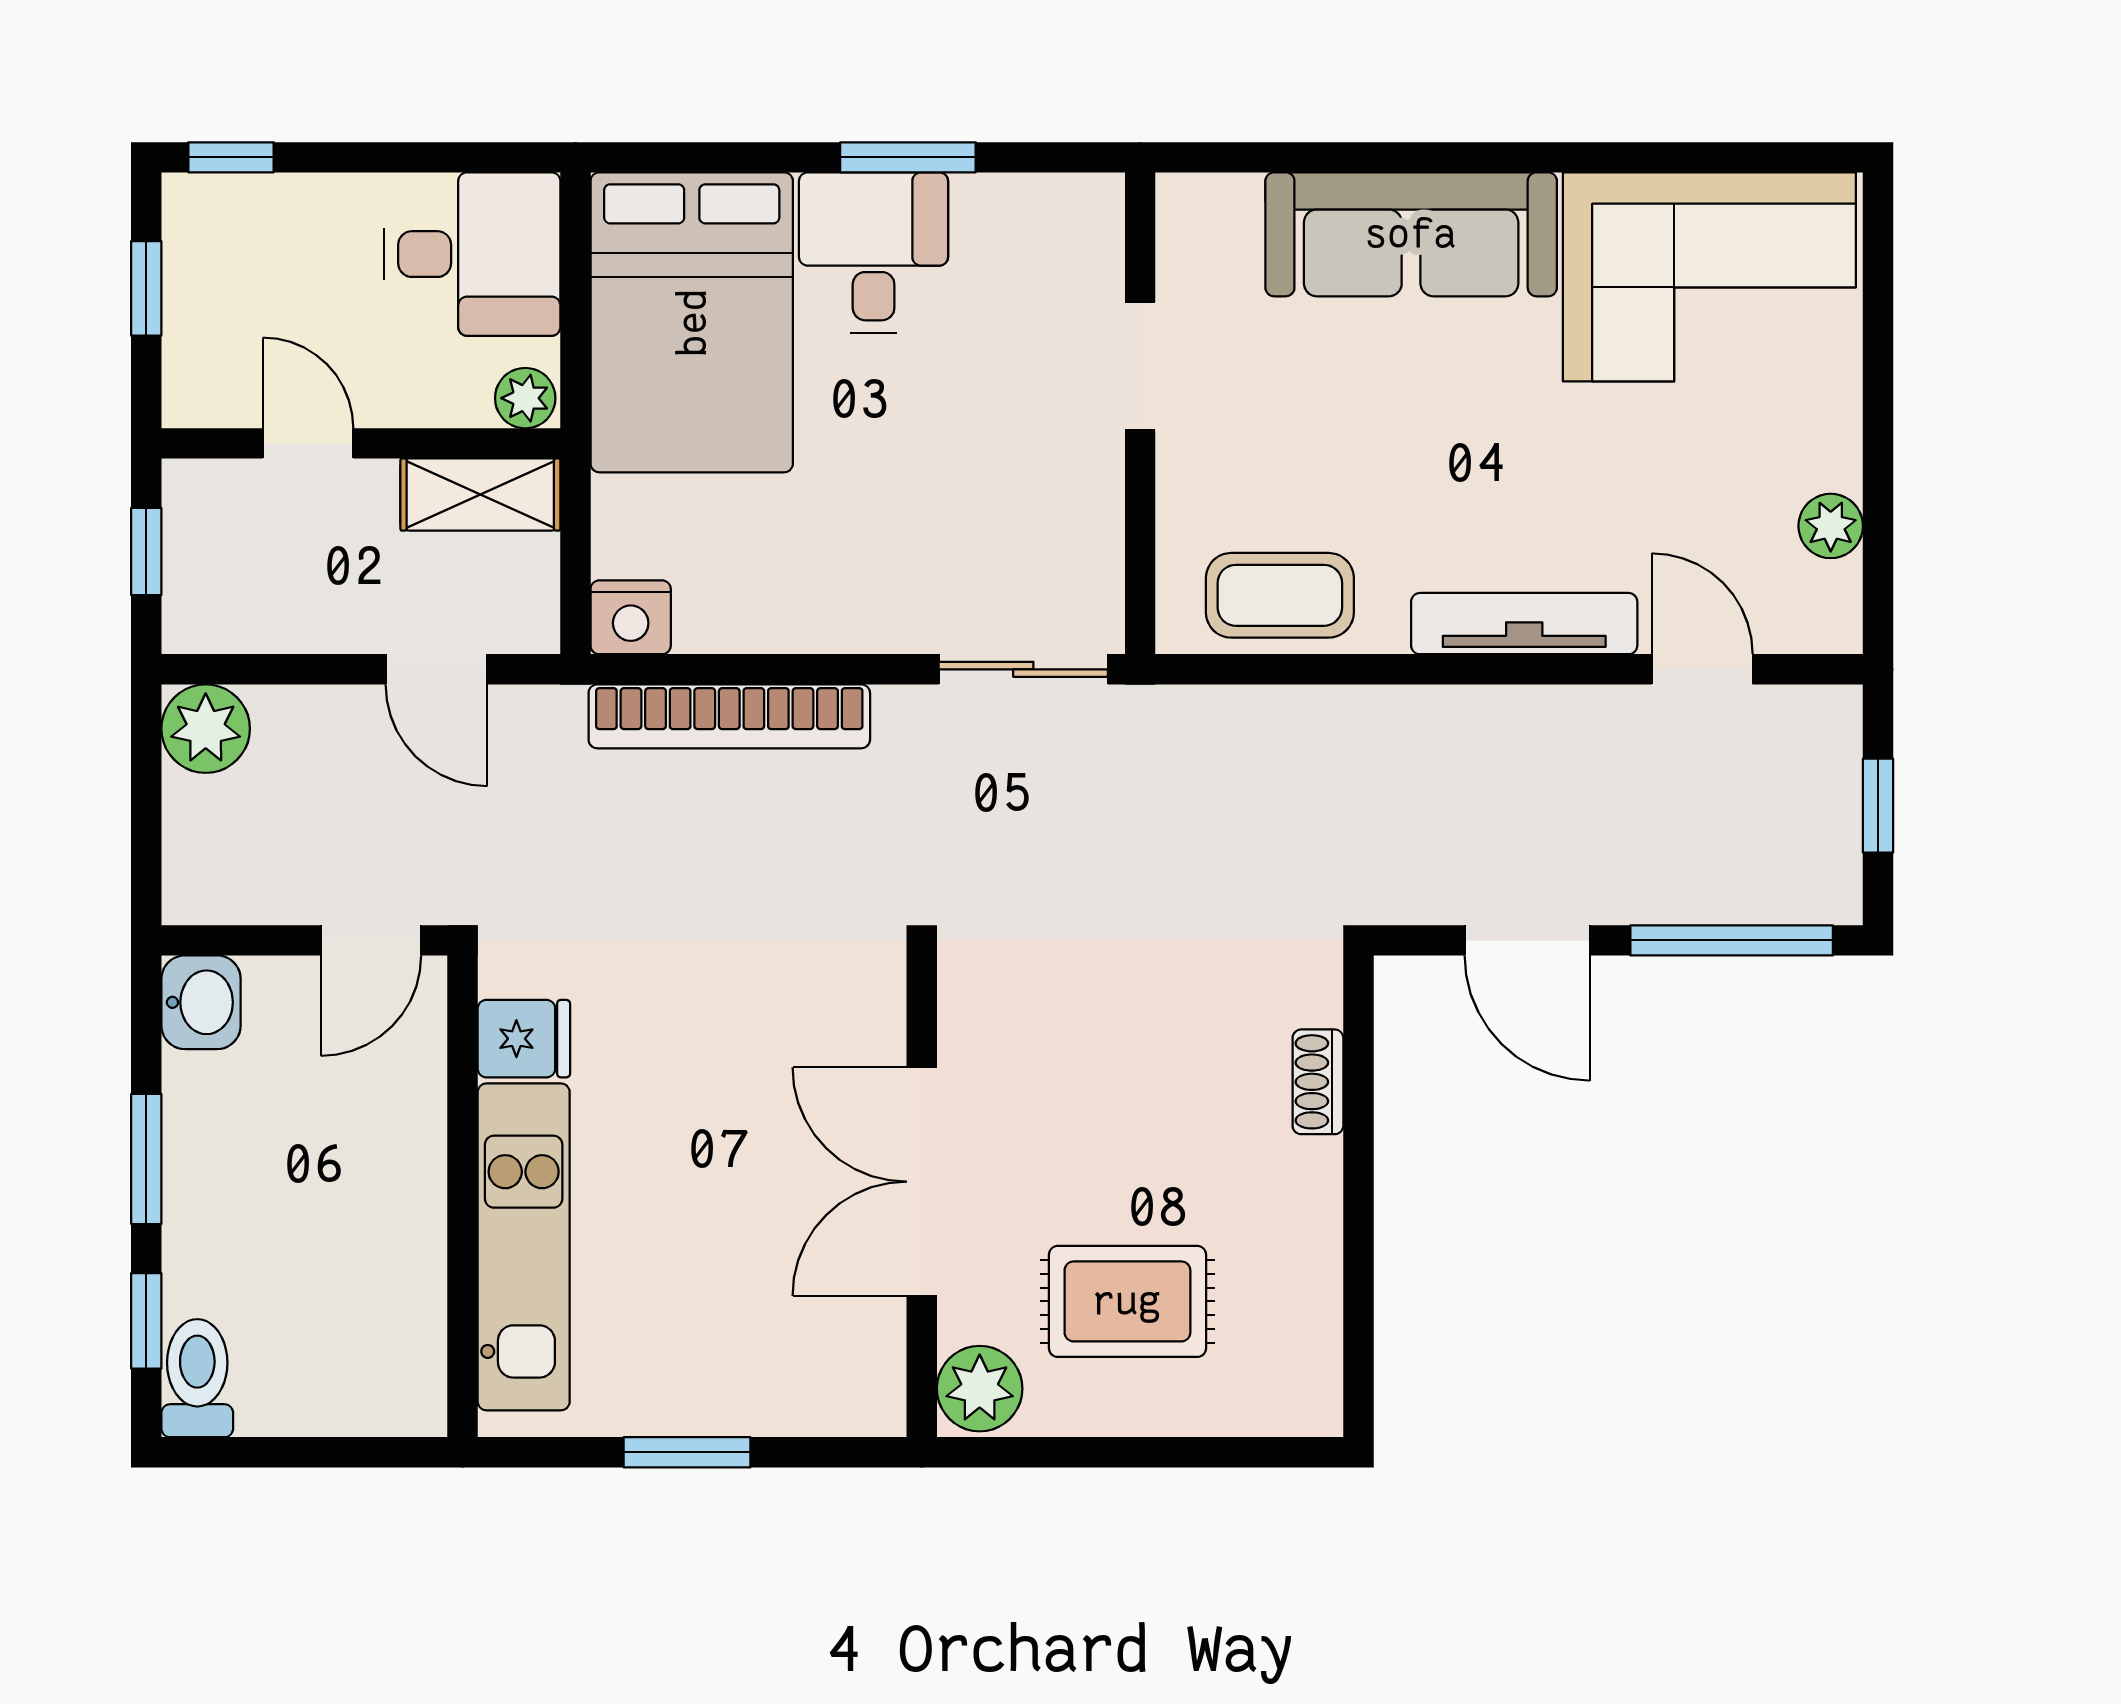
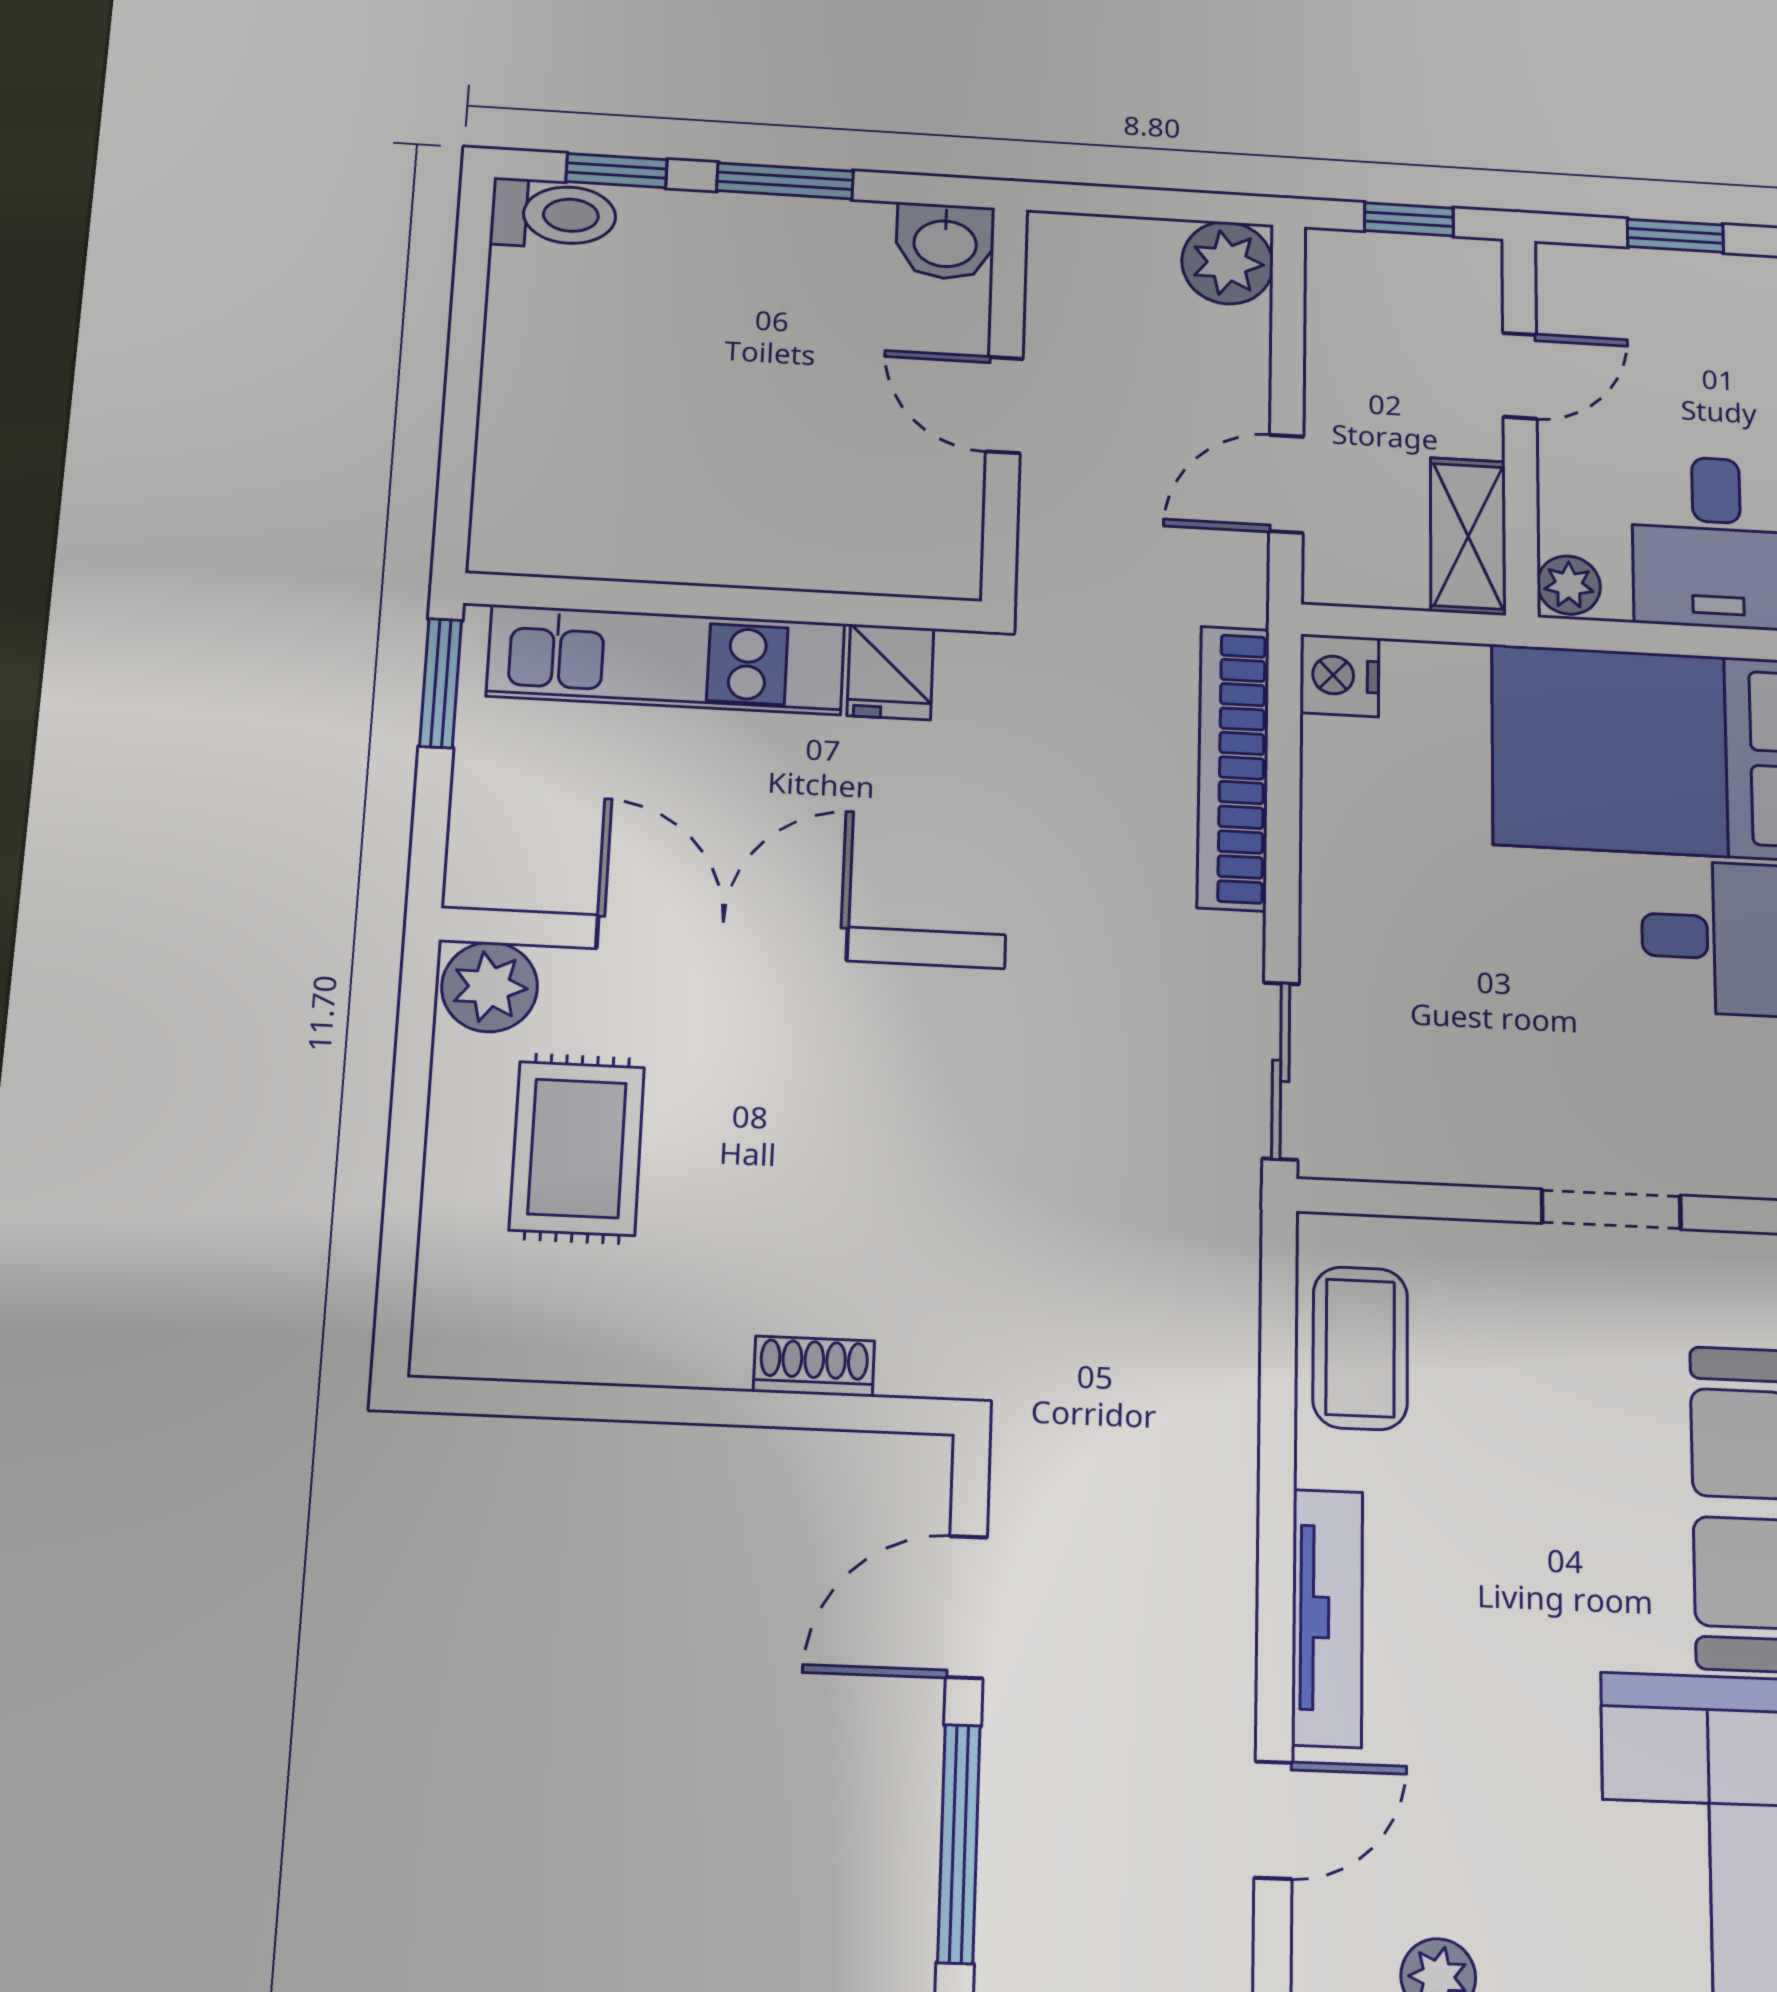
fridge: (524, 1039) -> (890, 672), moved
wall: (463, 1196) -> (724, 602), moved
kitchen unit: (524, 1247) -> (666, 660), moved

